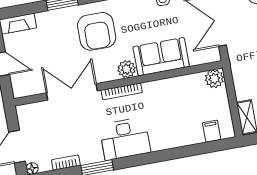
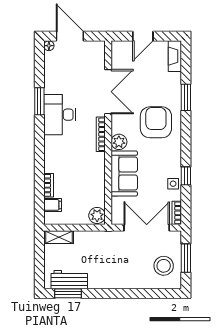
armchair: (97, 31) -> (156, 122), turned 90
desk: (125, 139) -> (60, 115), moved
bookcase: (66, 163) -> (49, 185), moved

